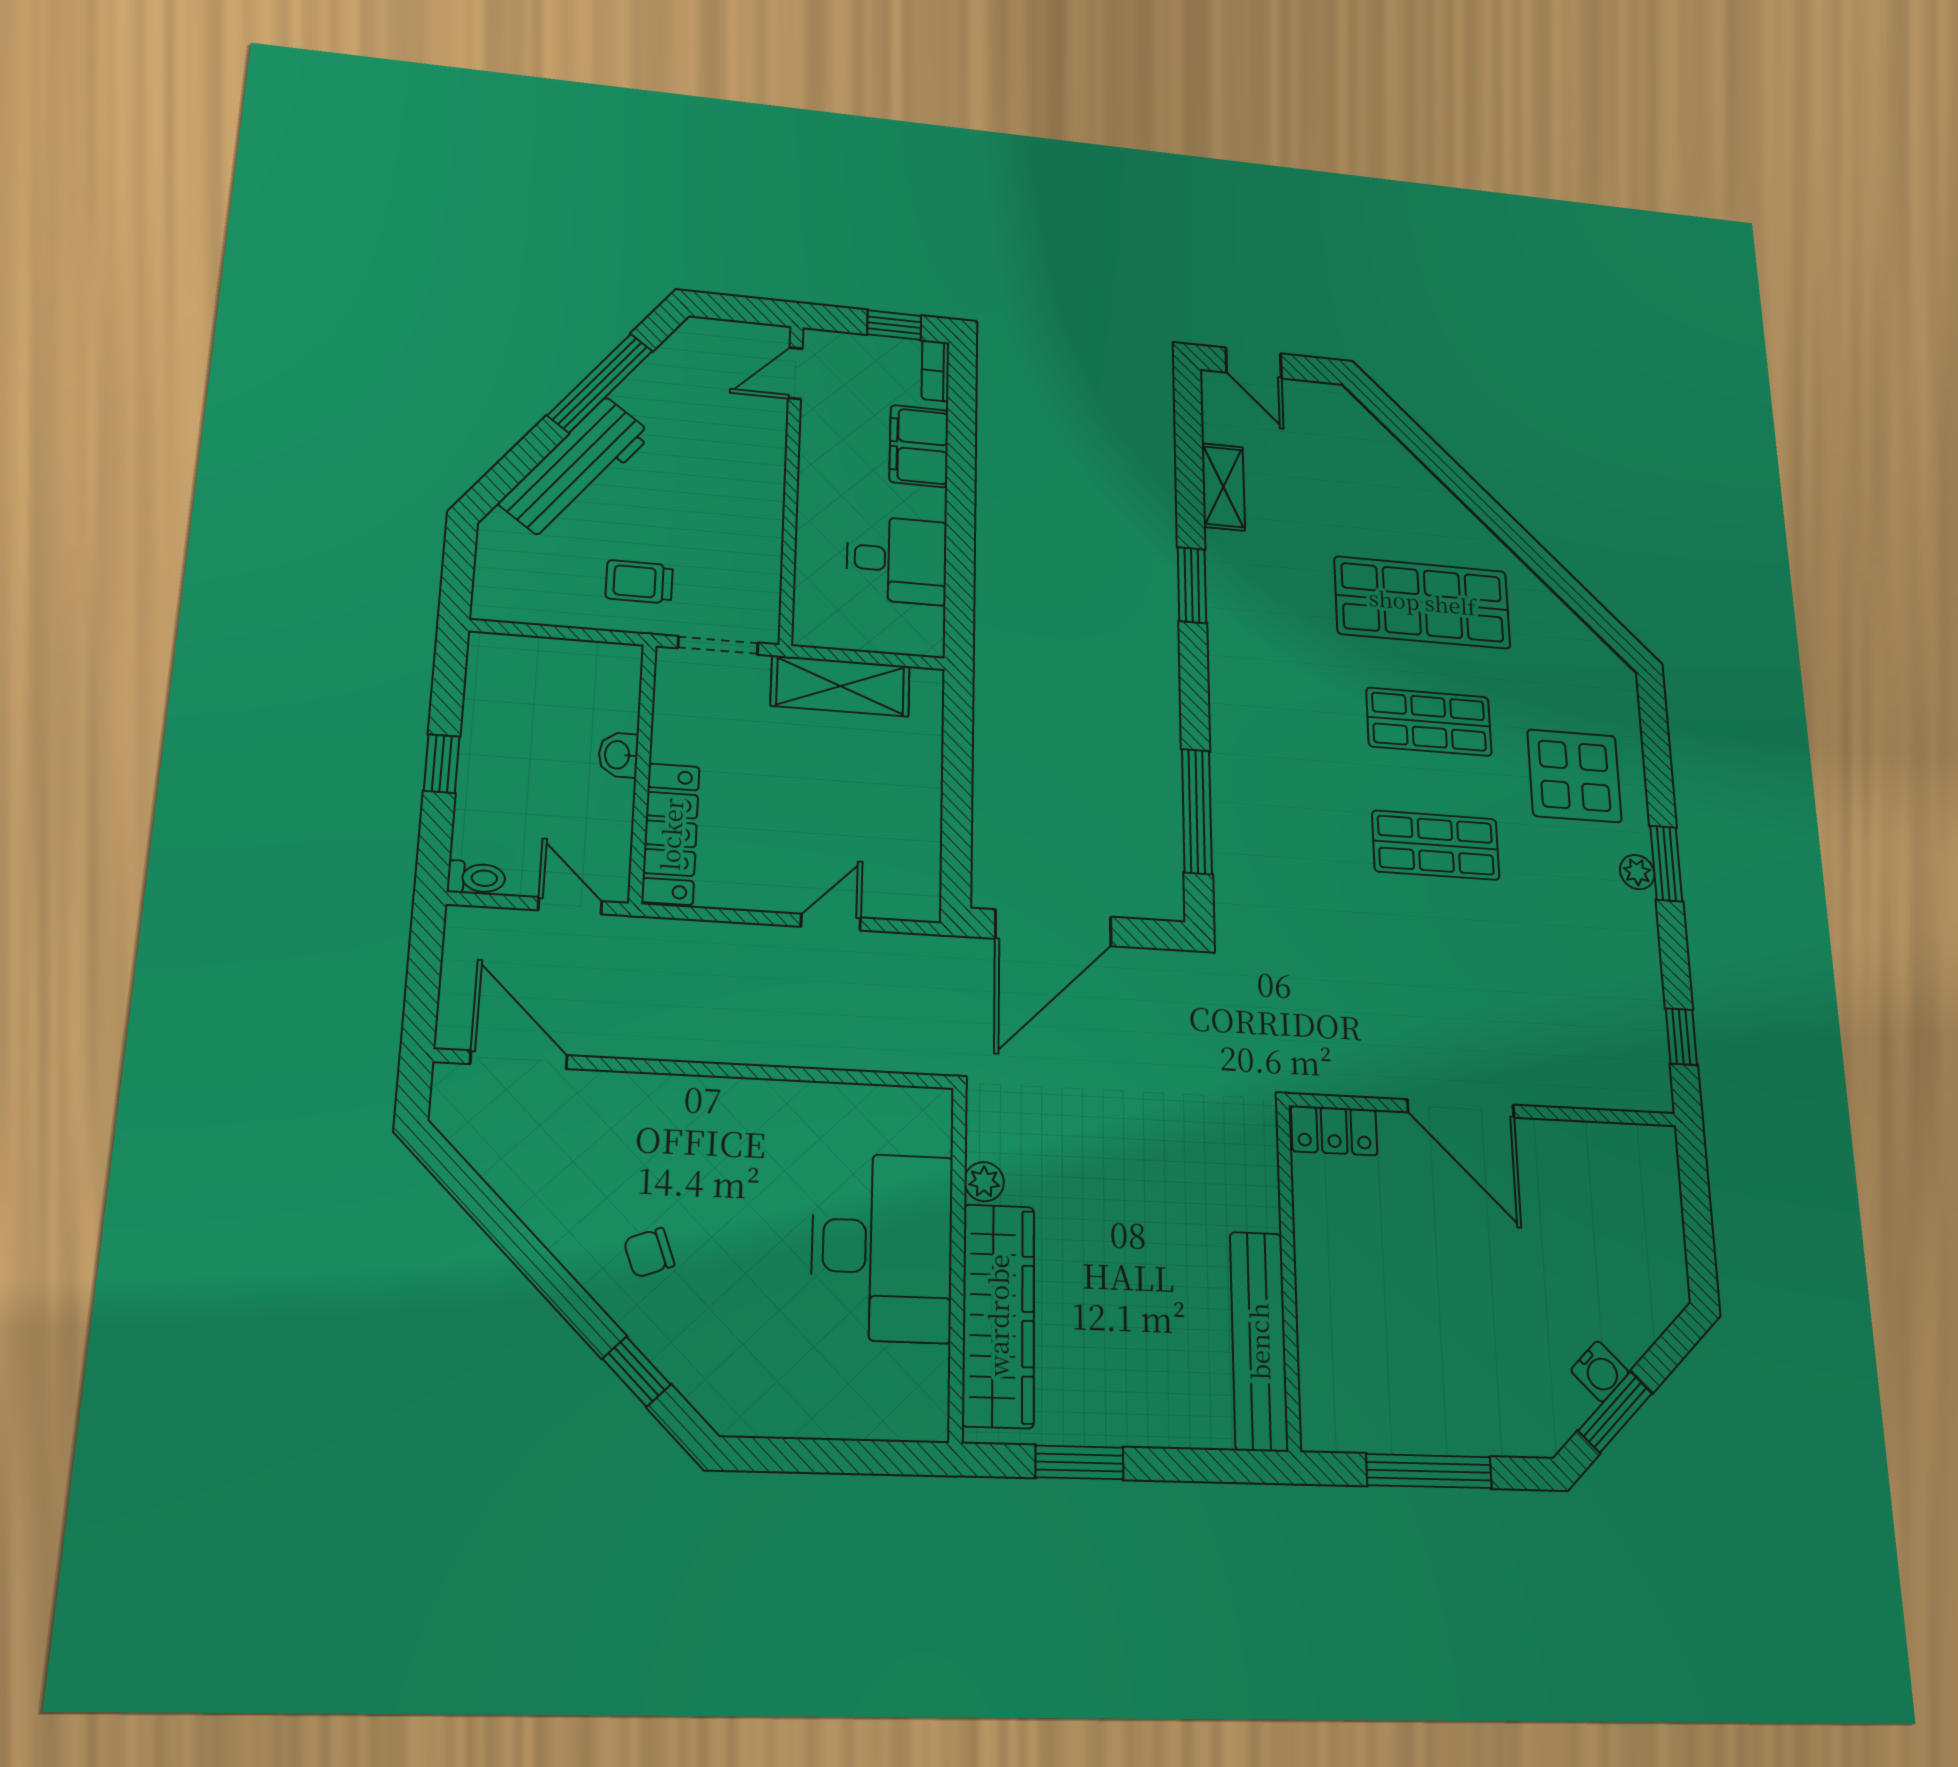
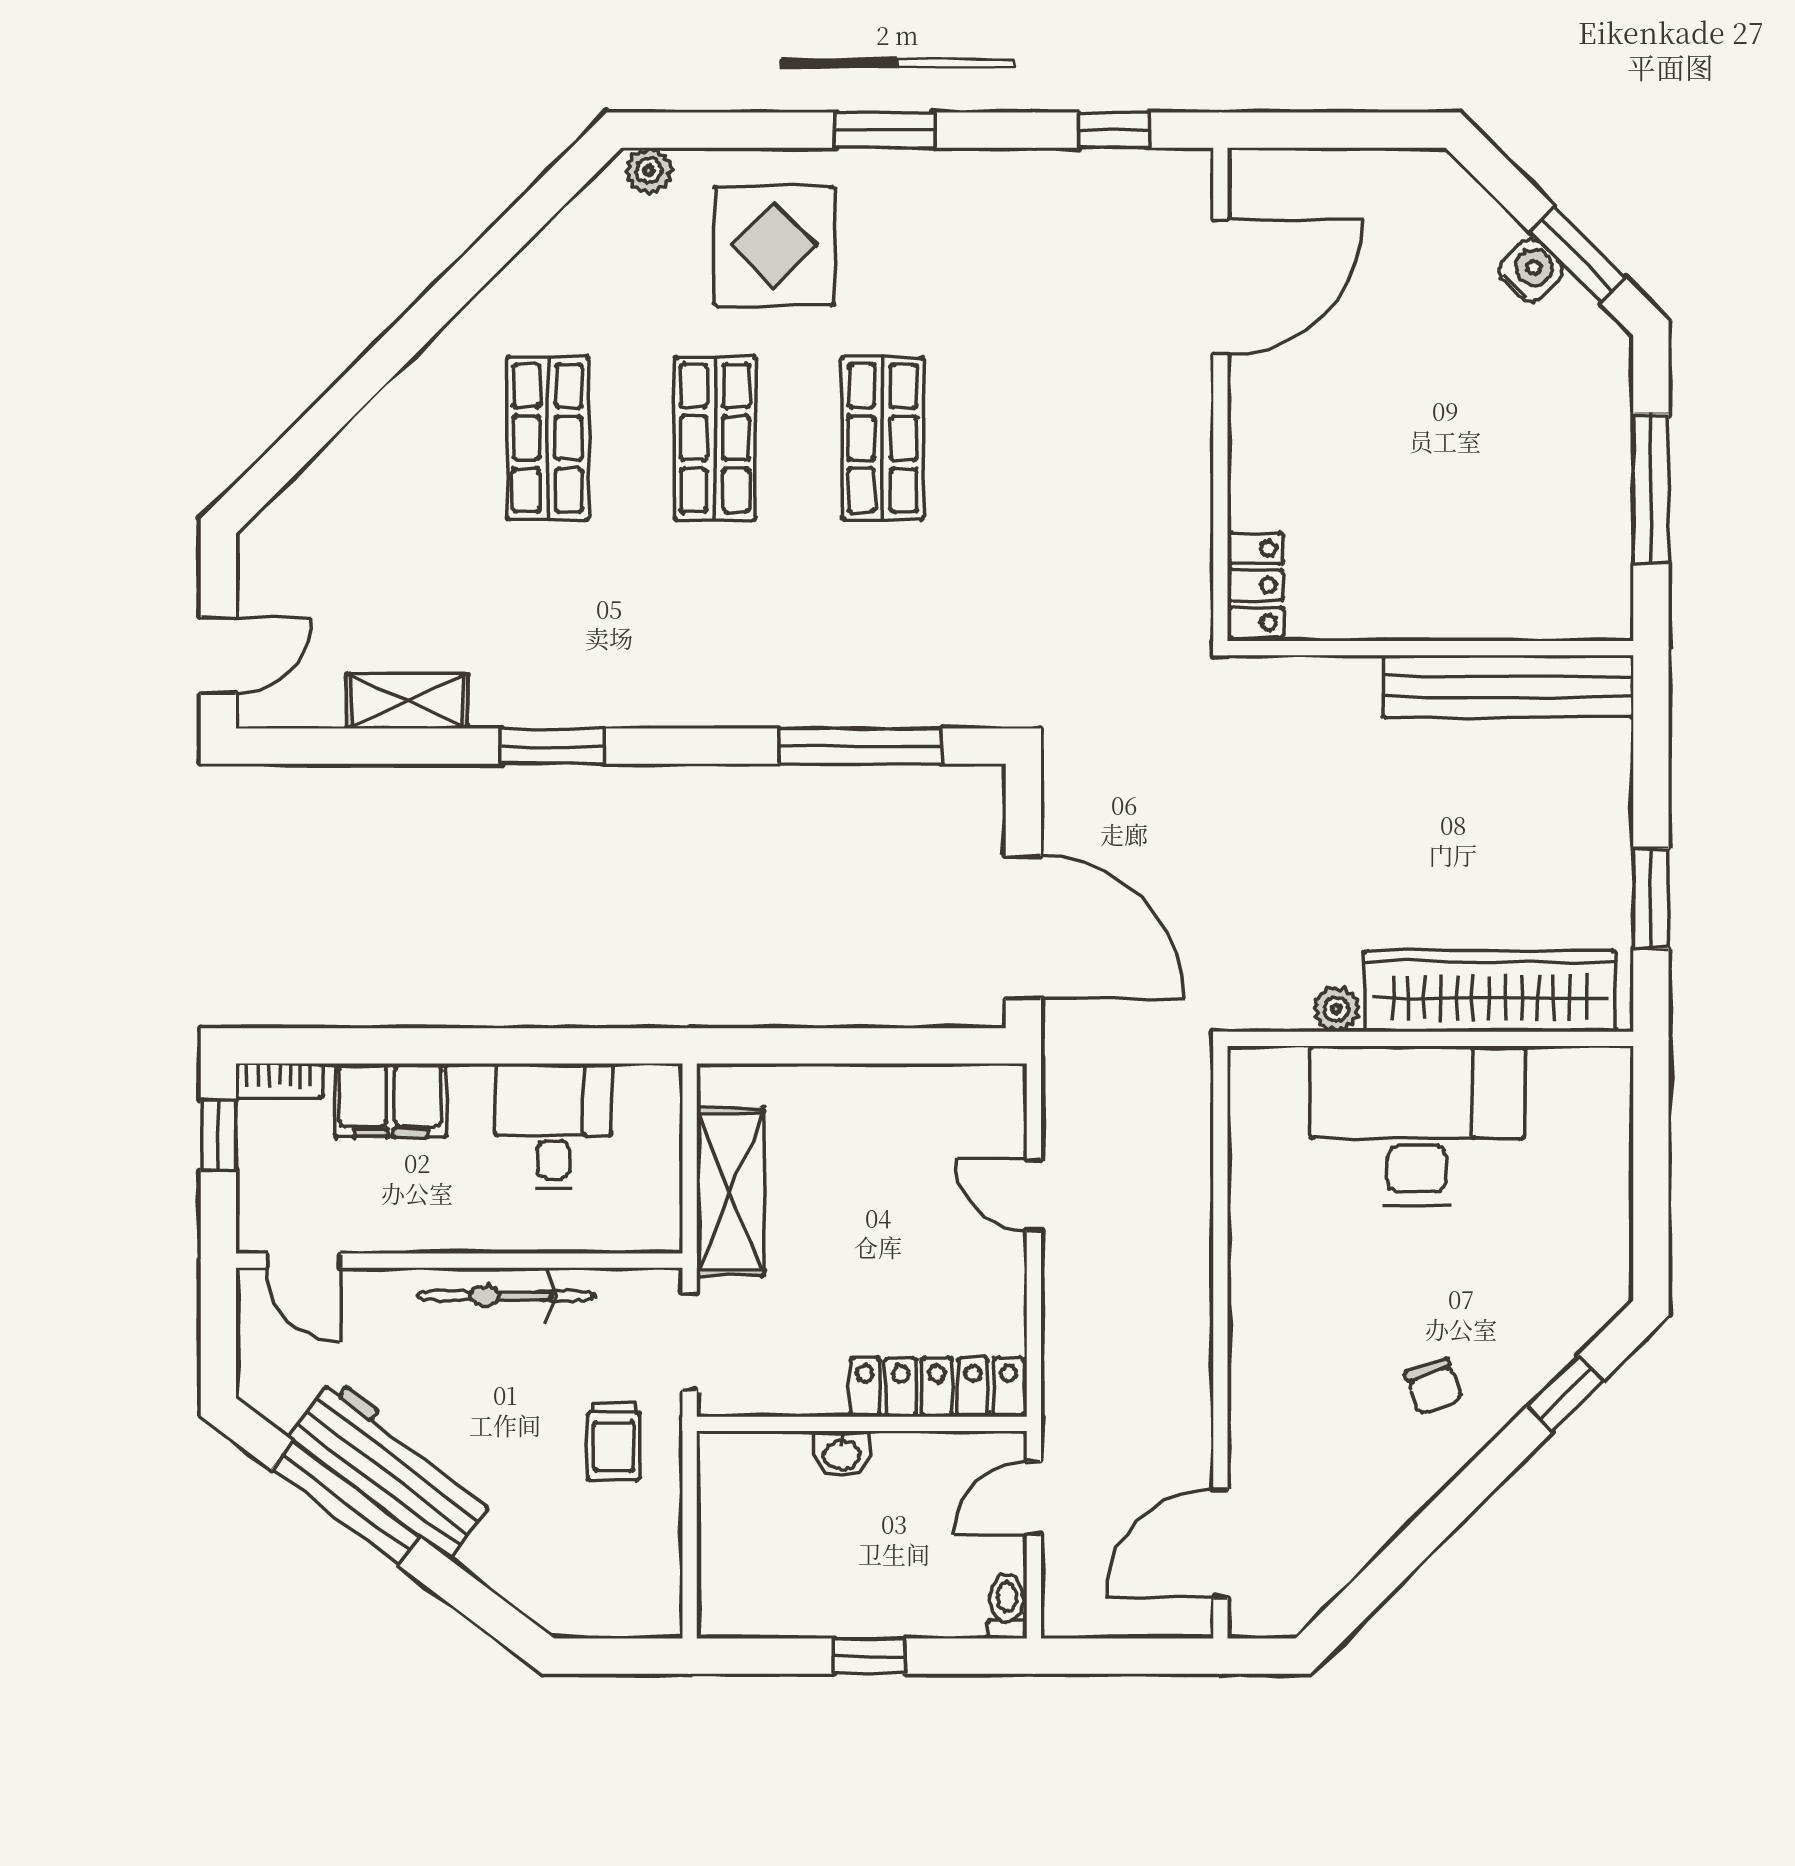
workbench: (576, 468) -> (391, 1468), moved
bicycle: (762, 513) -> (506, 1296), added
shop shelf: (1422, 602) -> (548, 438), width x0.70, depth x0.74
plant: (1637, 872) -> (649, 171), moved
door: (1461, 1109) -> (1220, 287), moved

